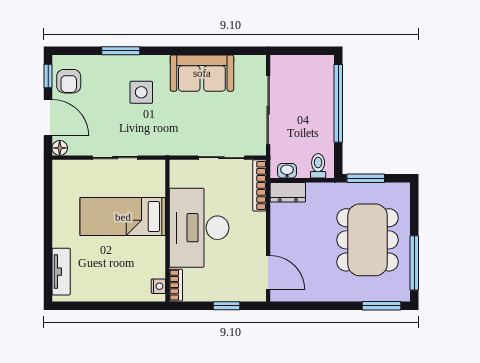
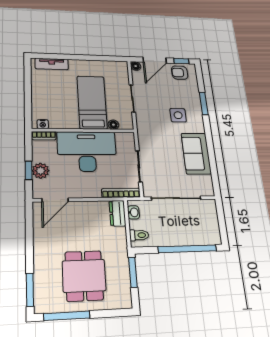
floor lamp: (158, 188) -> (113, 125), added
dining table: (368, 240) -> (84, 276), width x0.73
plant: (227, 290) -> (41, 171), added

